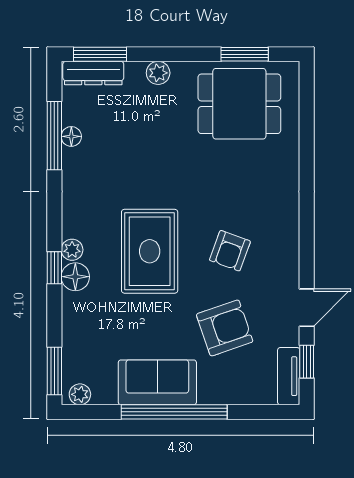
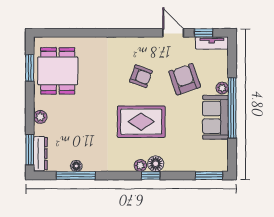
plant: (80, 394) -> (222, 88), moved

